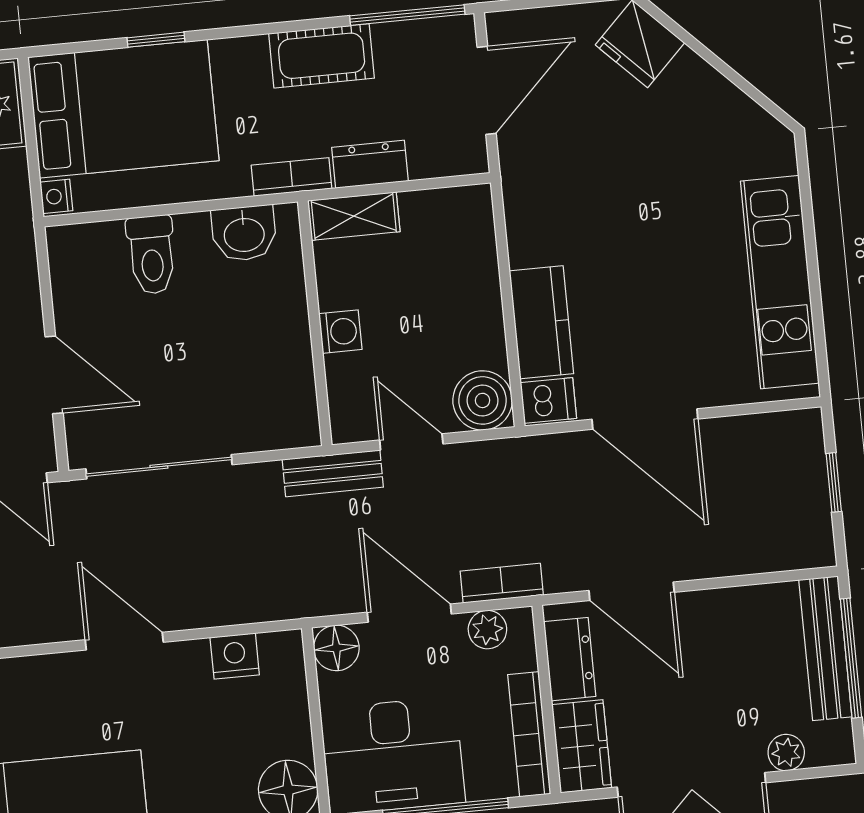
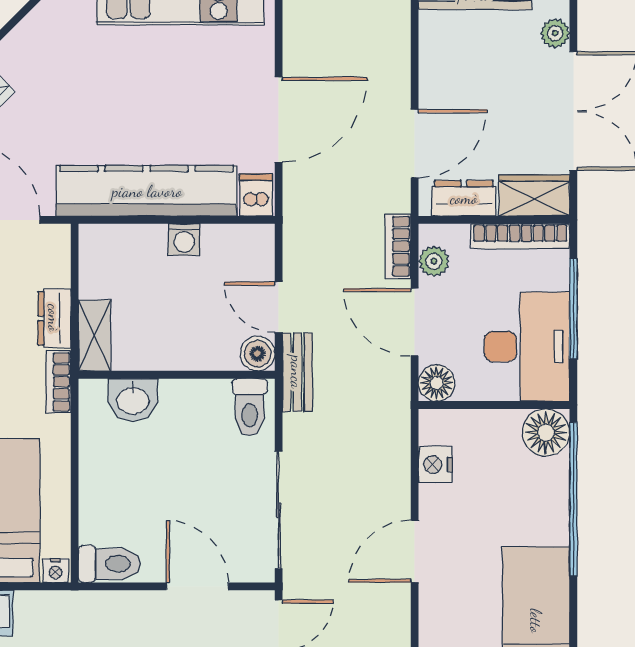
washbasin: (244, 233) -> (133, 400), moved, turned 90
toilet: (152, 255) -> (109, 564), moved
kitchen counter: (541, 322) -> (147, 191), width x2.08, depth x1.17
washing machine: (340, 332) -> (184, 239), moved, turned 180
door: (54, 375) -> (197, 586), hinge flipped
boiler: (483, 400) -> (257, 354), moved, width x0.73, depth x0.73
toilet: (283, 418) -> (250, 407), added
door: (411, 442) -> (279, 307), hinge flipped
door: (409, 613) -> (415, 322), hinge flipped

